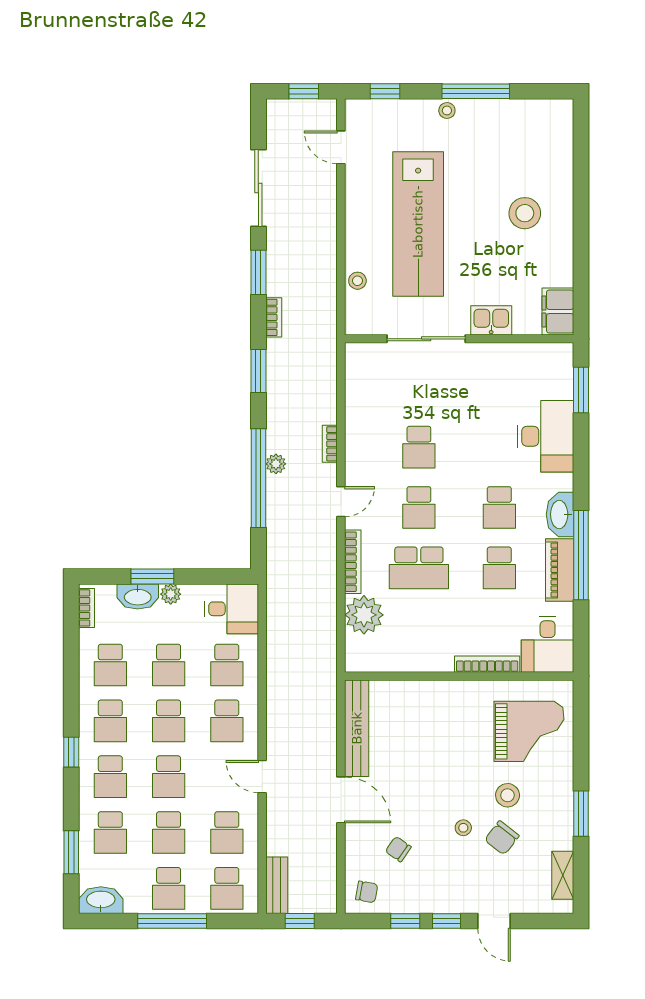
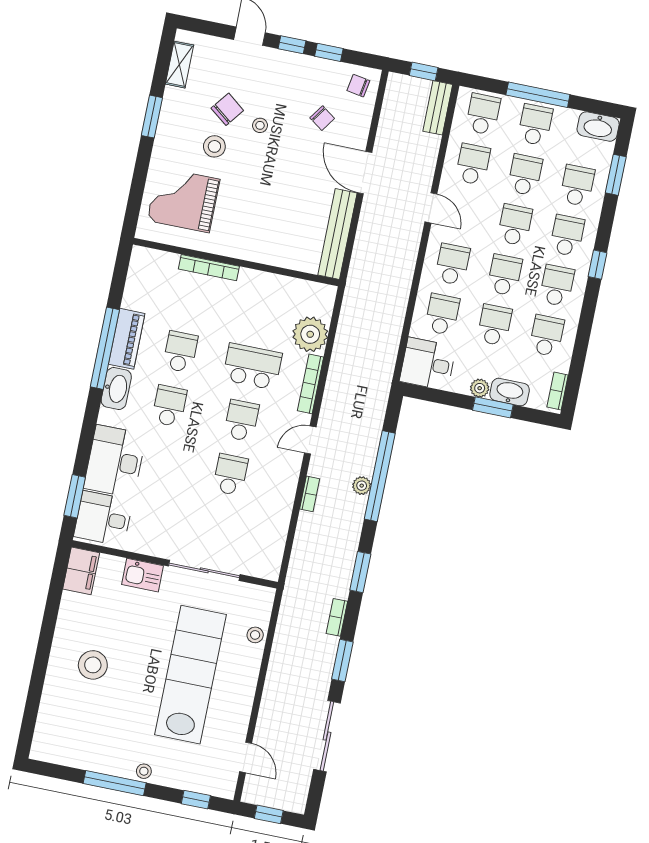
desk: (548, 644) -> (103, 519), moved, turned -90

